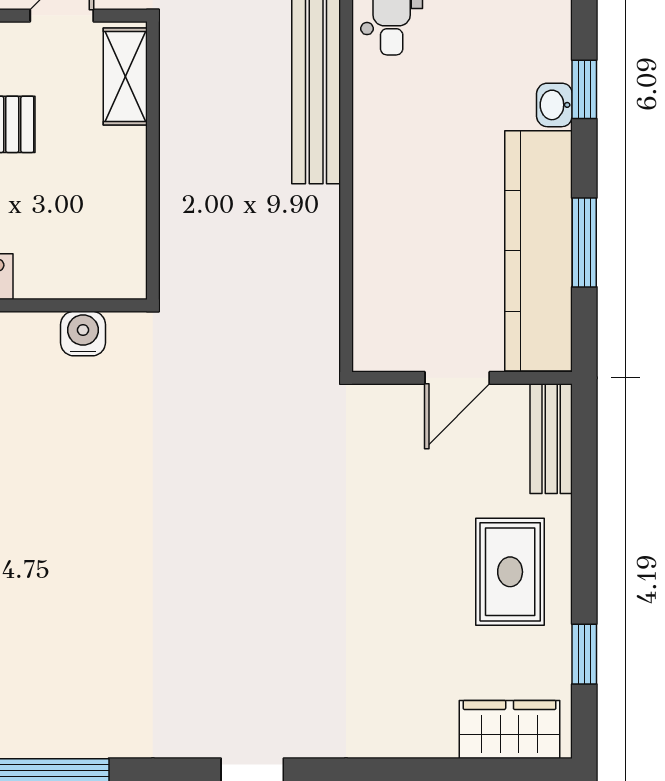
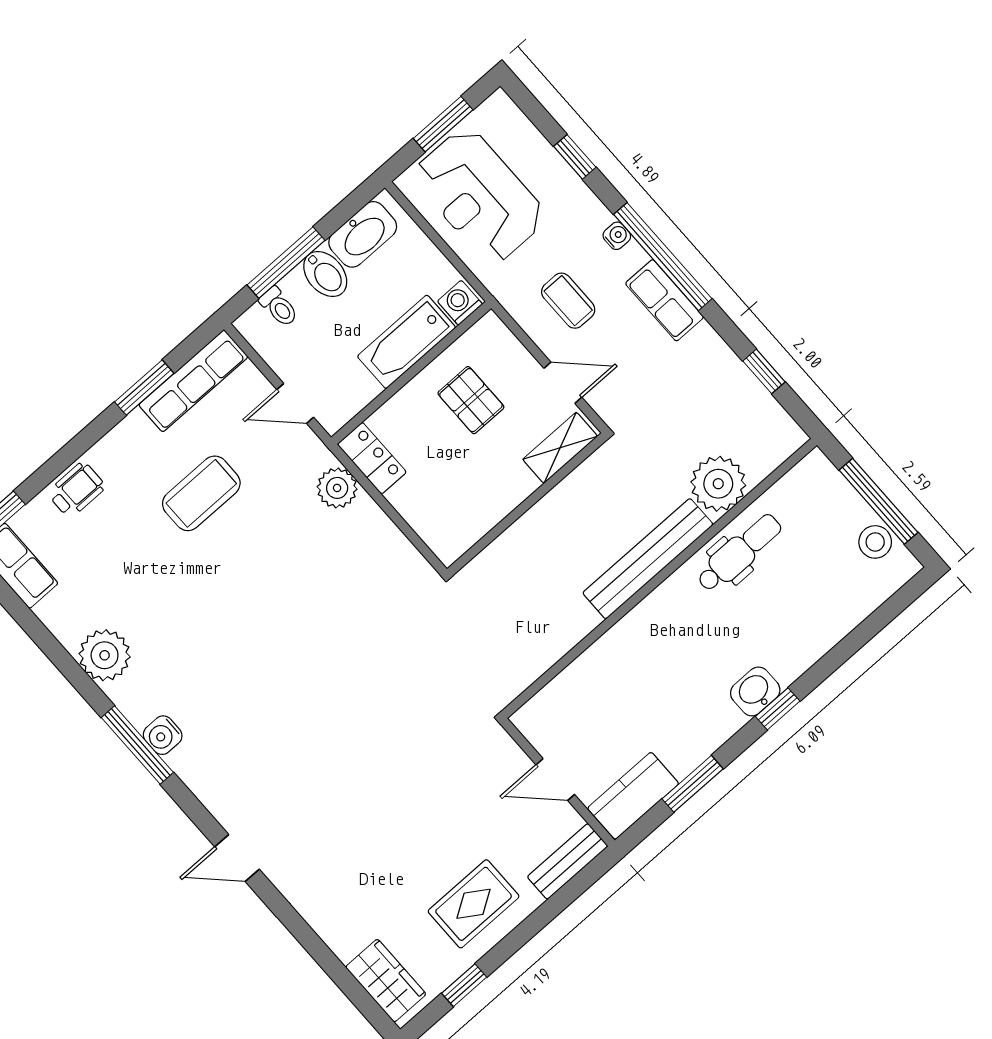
washbasin: (554, 105) -> (755, 691), width x1.38, depth x1.45
kitchen counter: (538, 251) -> (633, 796), width x0.48, depth x0.86
water cooler: (83, 334) -> (163, 735), moved, turned 180

